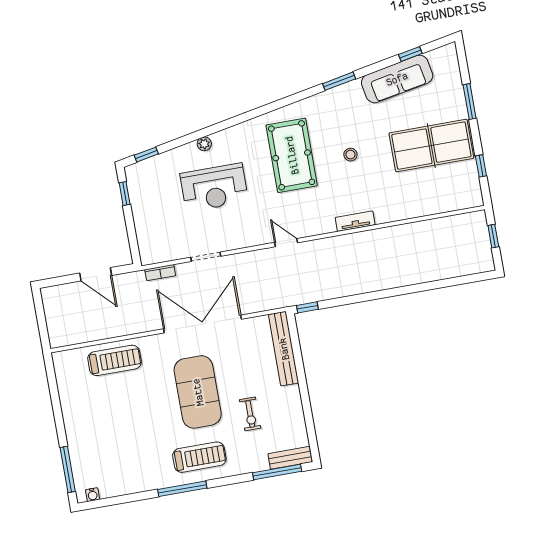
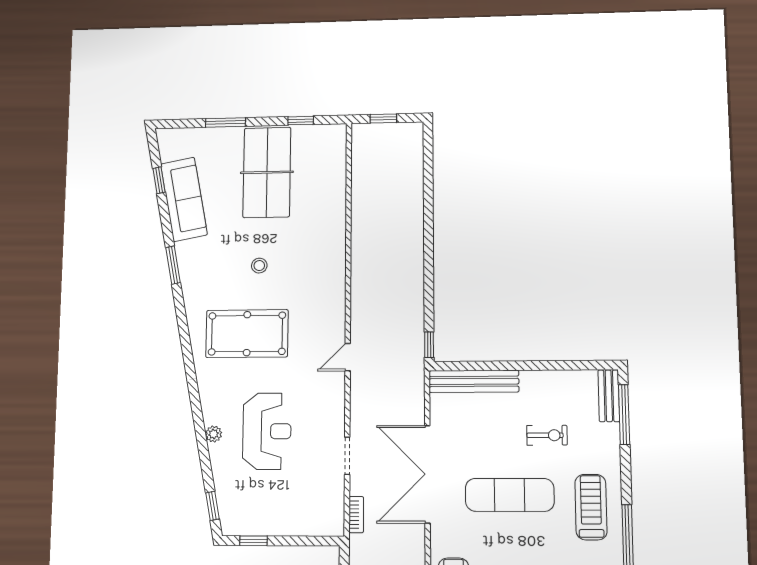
tv unit: (355, 221) -> (337, 272), removed
exercise mat: (198, 392) -> (510, 495), width x0.68

